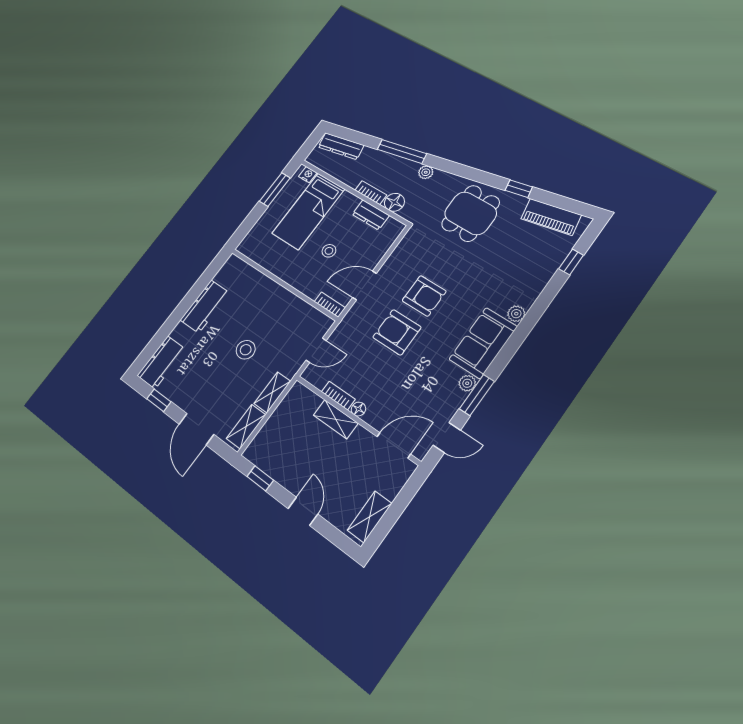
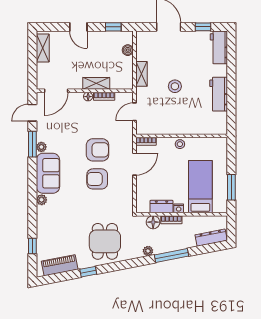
nightstand: (308, 175) -> (179, 208), moved
stool: (329, 251) -> (180, 144), moved
shelving: (246, 427) -> (142, 47), removed
boiler: (266, 435) -> (128, 50), added

